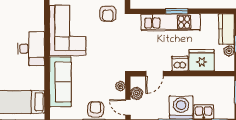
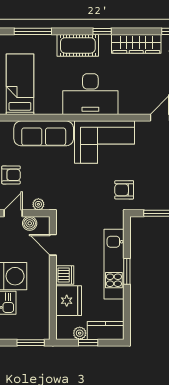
desk: (31, 49) -> (90, 94), width x1.36, depth x1.30

